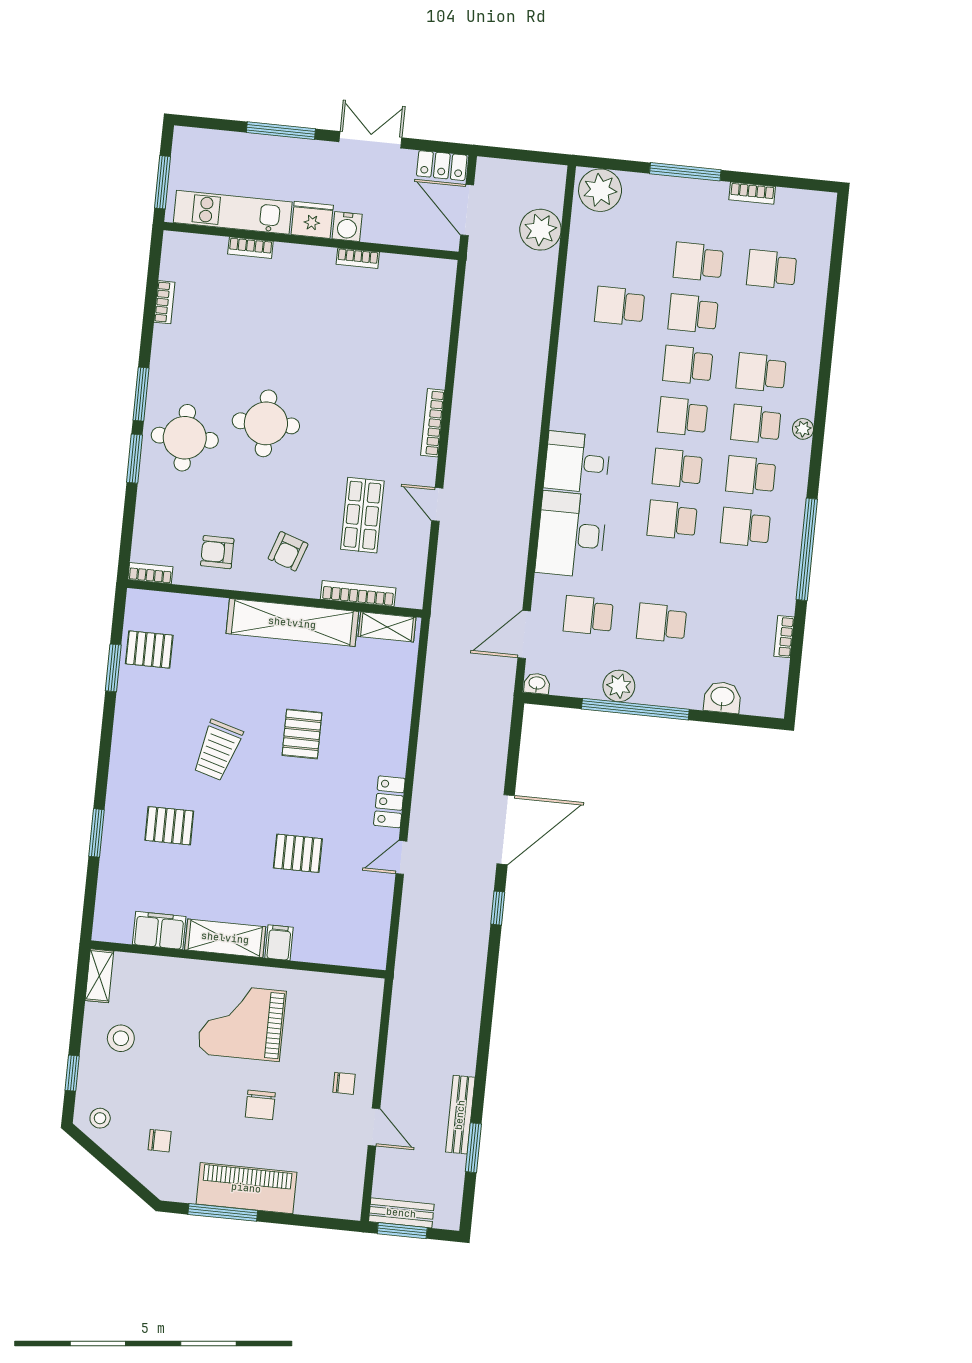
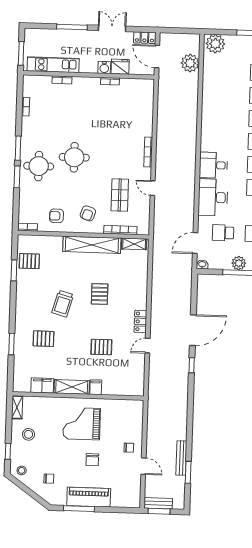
fridge: (312, 220) -> (120, 67), moved
school desk: (620, 306) -> (228, 95), removed

